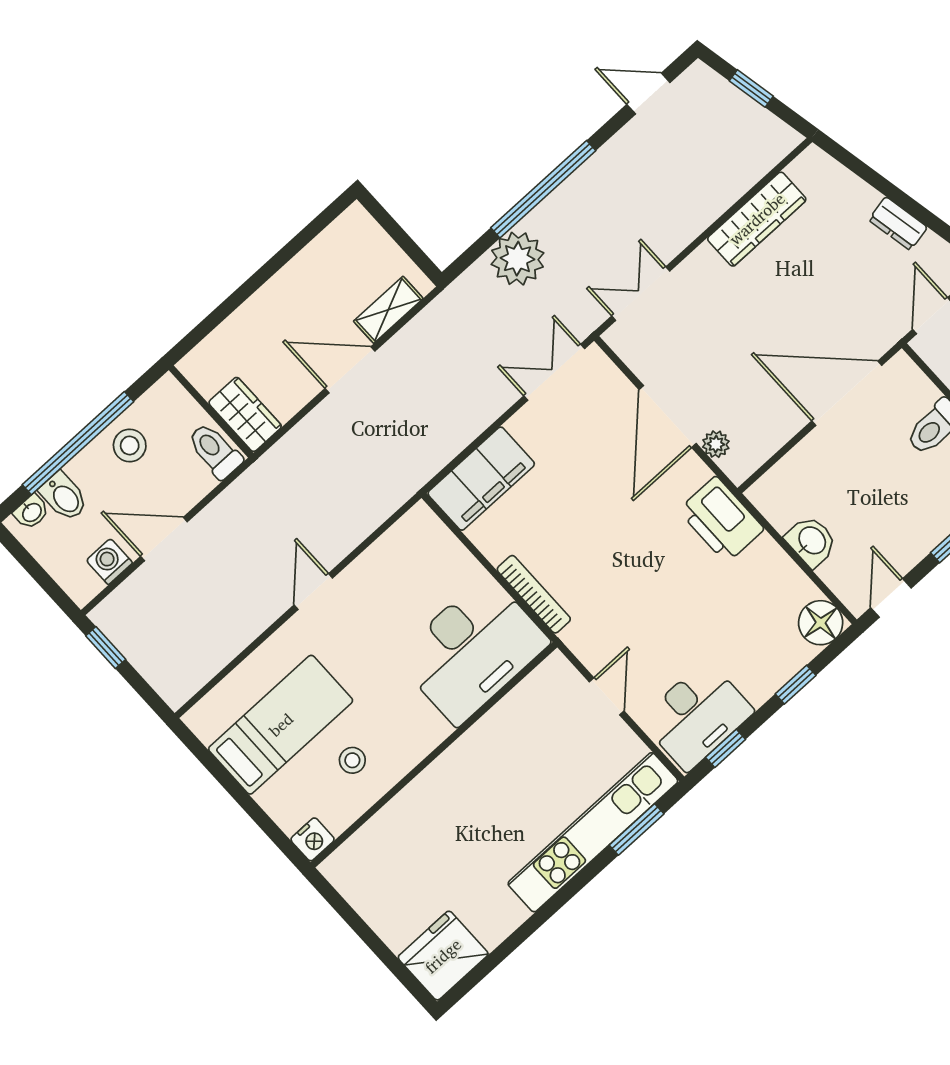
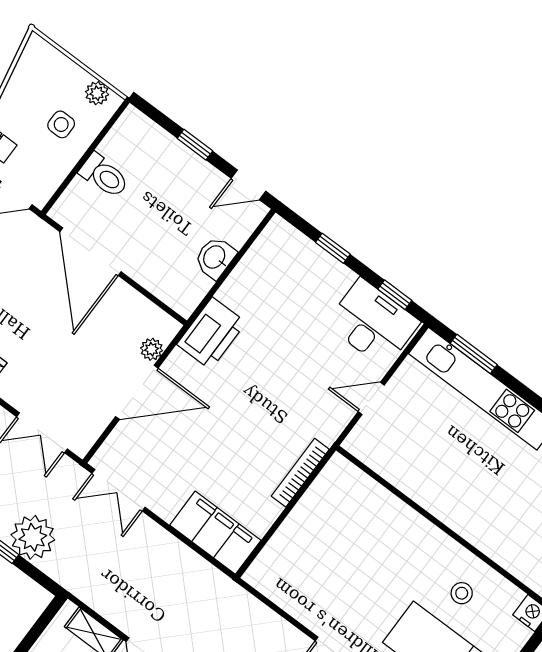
floor lamp: (821, 623) -> (279, 238), removed
desk: (472, 650) -> (354, 514), removed

